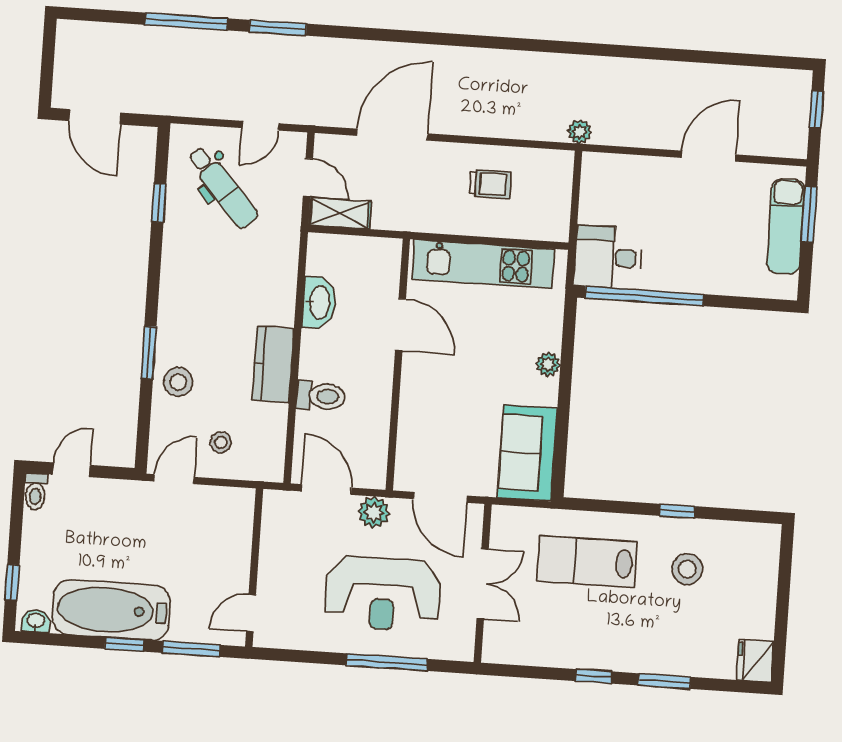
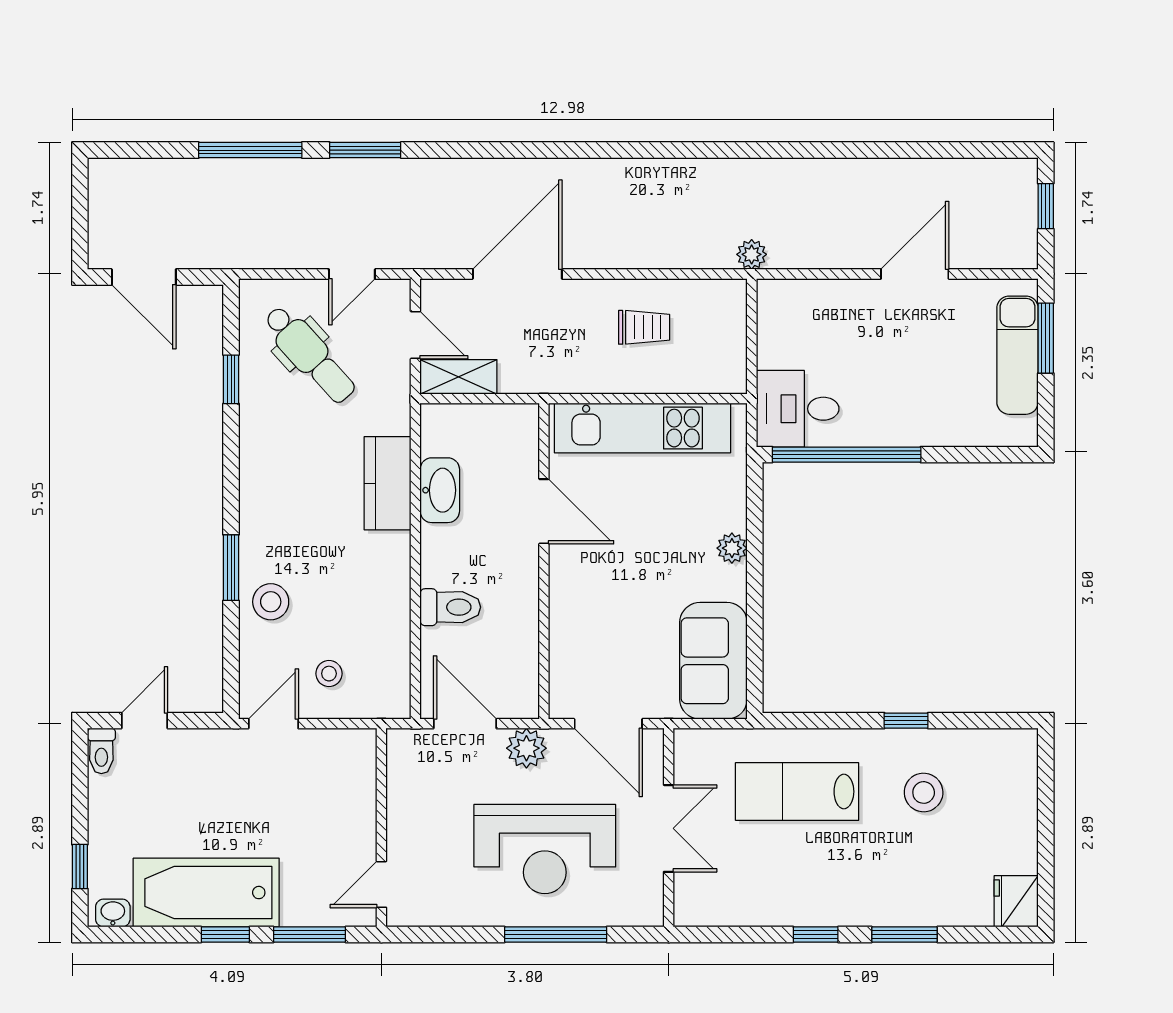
kitchen counter: (273, 364) -> (388, 483), moved

